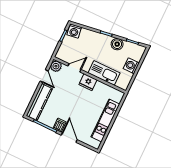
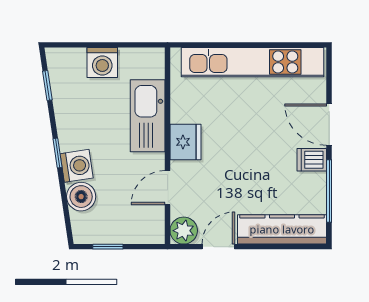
washing machine: (74, 31) -> (77, 166), moved
boiler: (117, 44) -> (81, 197), moved
door: (74, 68) -> (168, 188), hinge flipped
kitchen unit: (105, 120) -> (252, 62), width x1.36
door: (69, 138) -> (329, 125), hinge flipped

